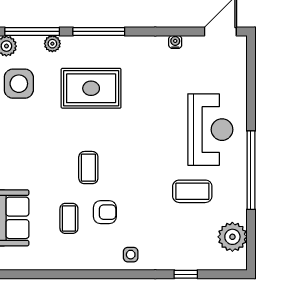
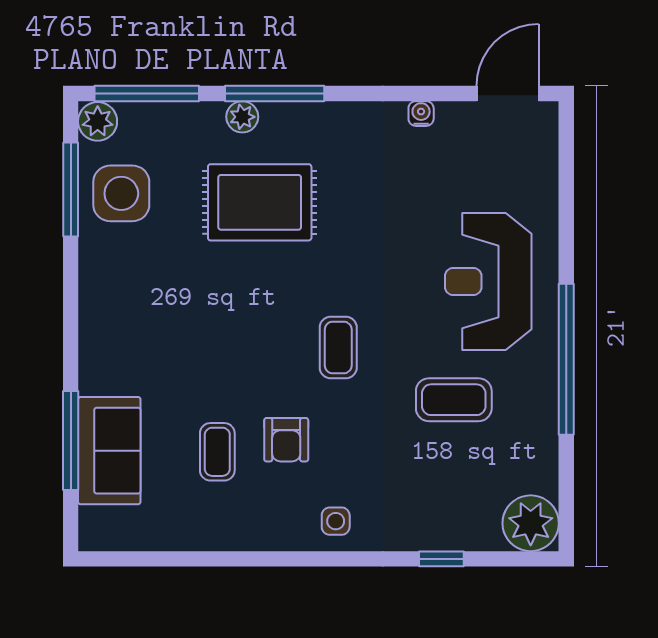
plant: (52, 44) -> (242, 117), moved
reception desk: (210, 130) -> (488, 281), turned 180
coffee table: (88, 168) -> (338, 348), moved
armchair: (105, 212) -> (286, 440), turned 90
plant: (232, 237) -> (531, 523), moved

